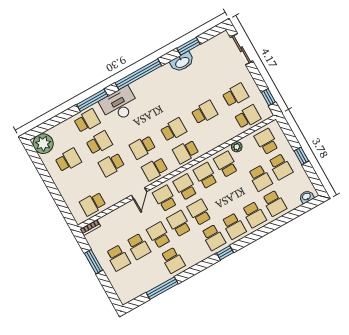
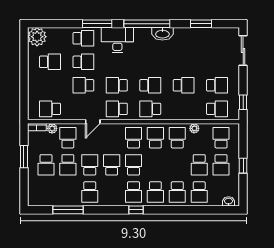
washbasin: (182, 62) -> (162, 34), moved
school desk: (165, 198) -> (68, 138), moved
plant: (105, 221) -> (52, 128), added

